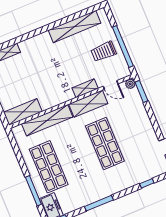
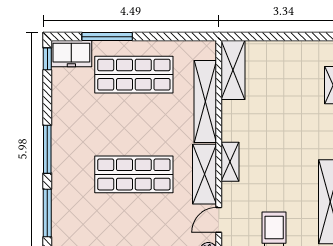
shelving: (85, 88) -> (230, 162), moved
window: (147, 183) -> (47, 213), width x2.17
window: (99, 203) -> (47, 149), moved

